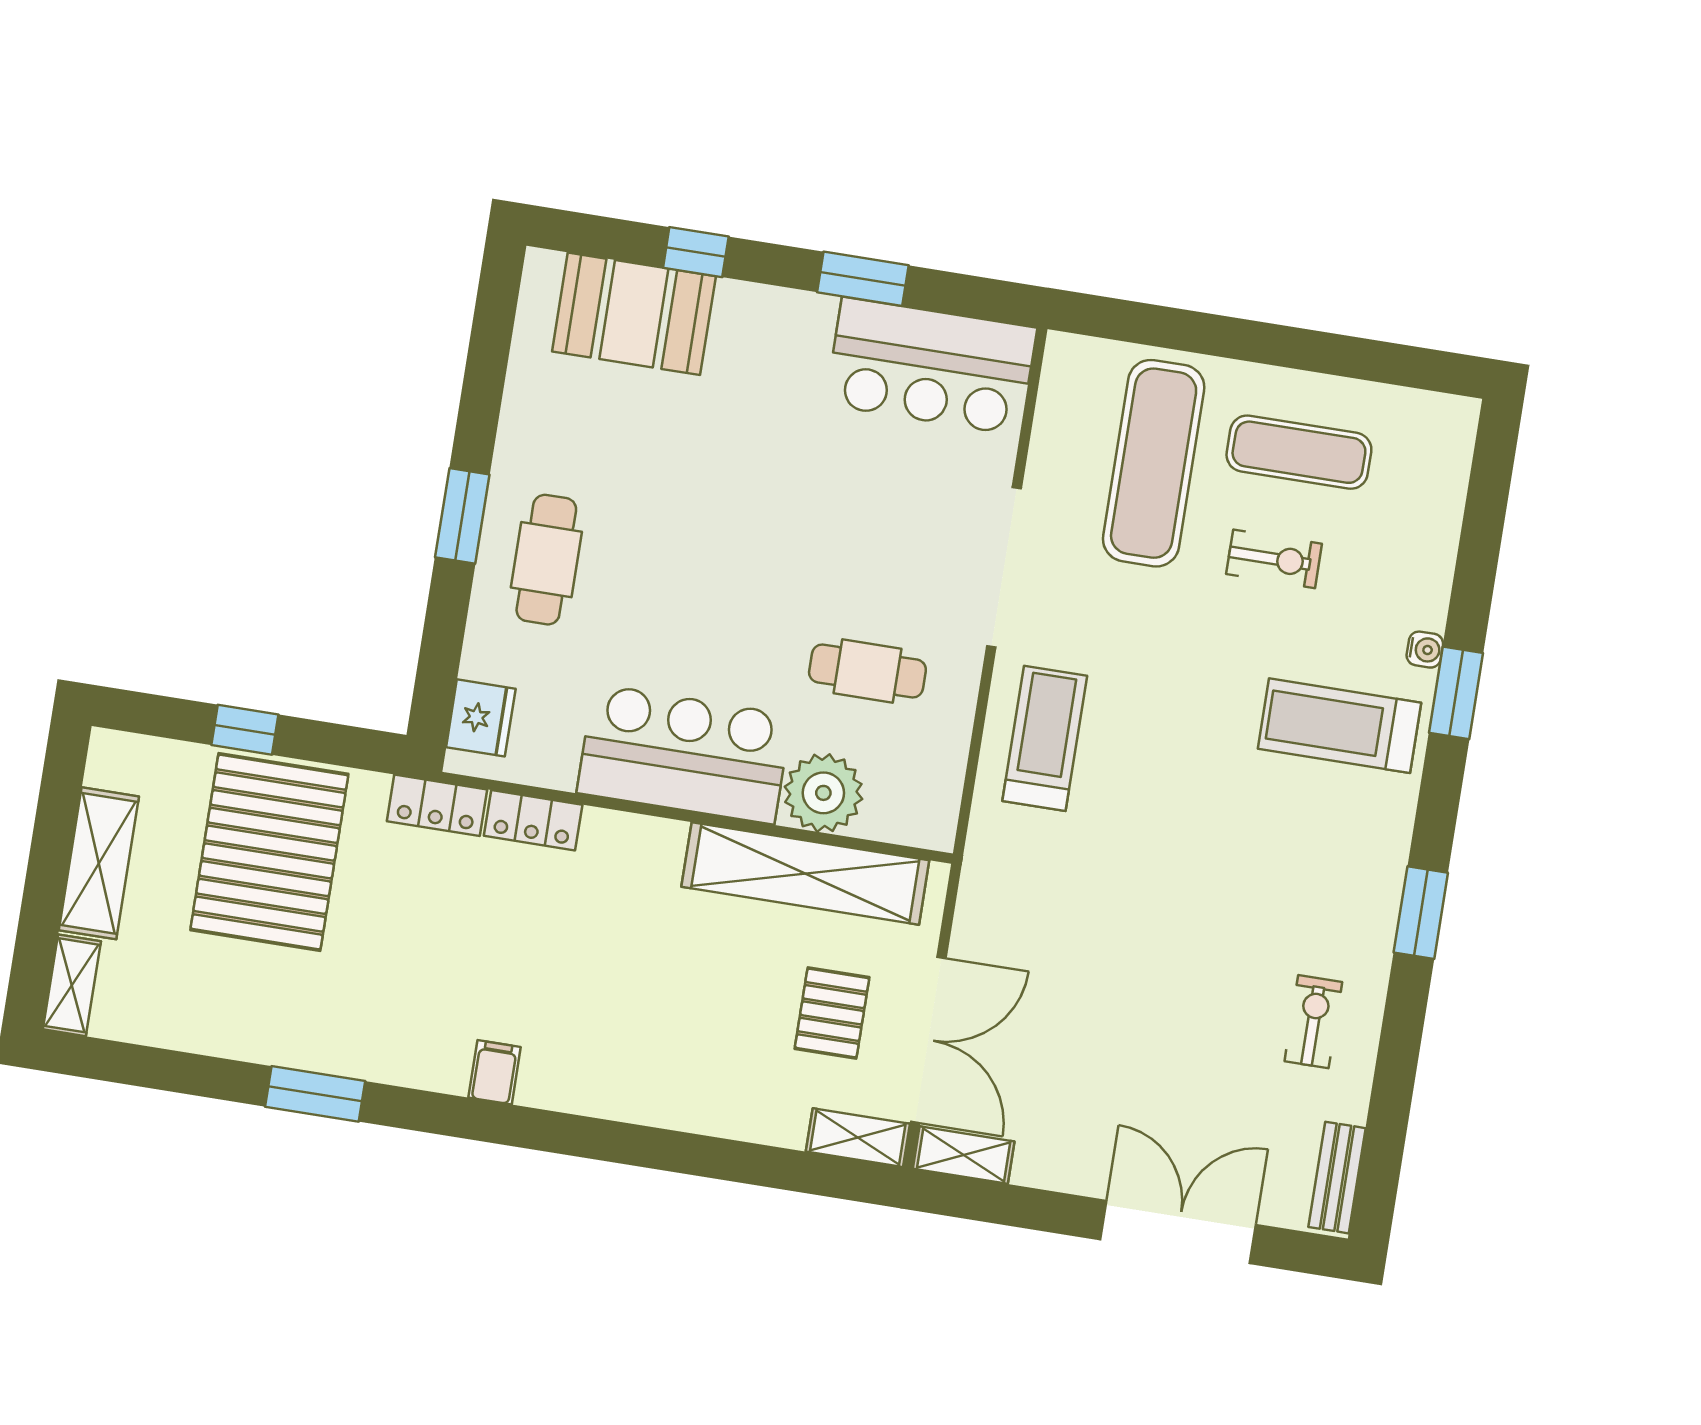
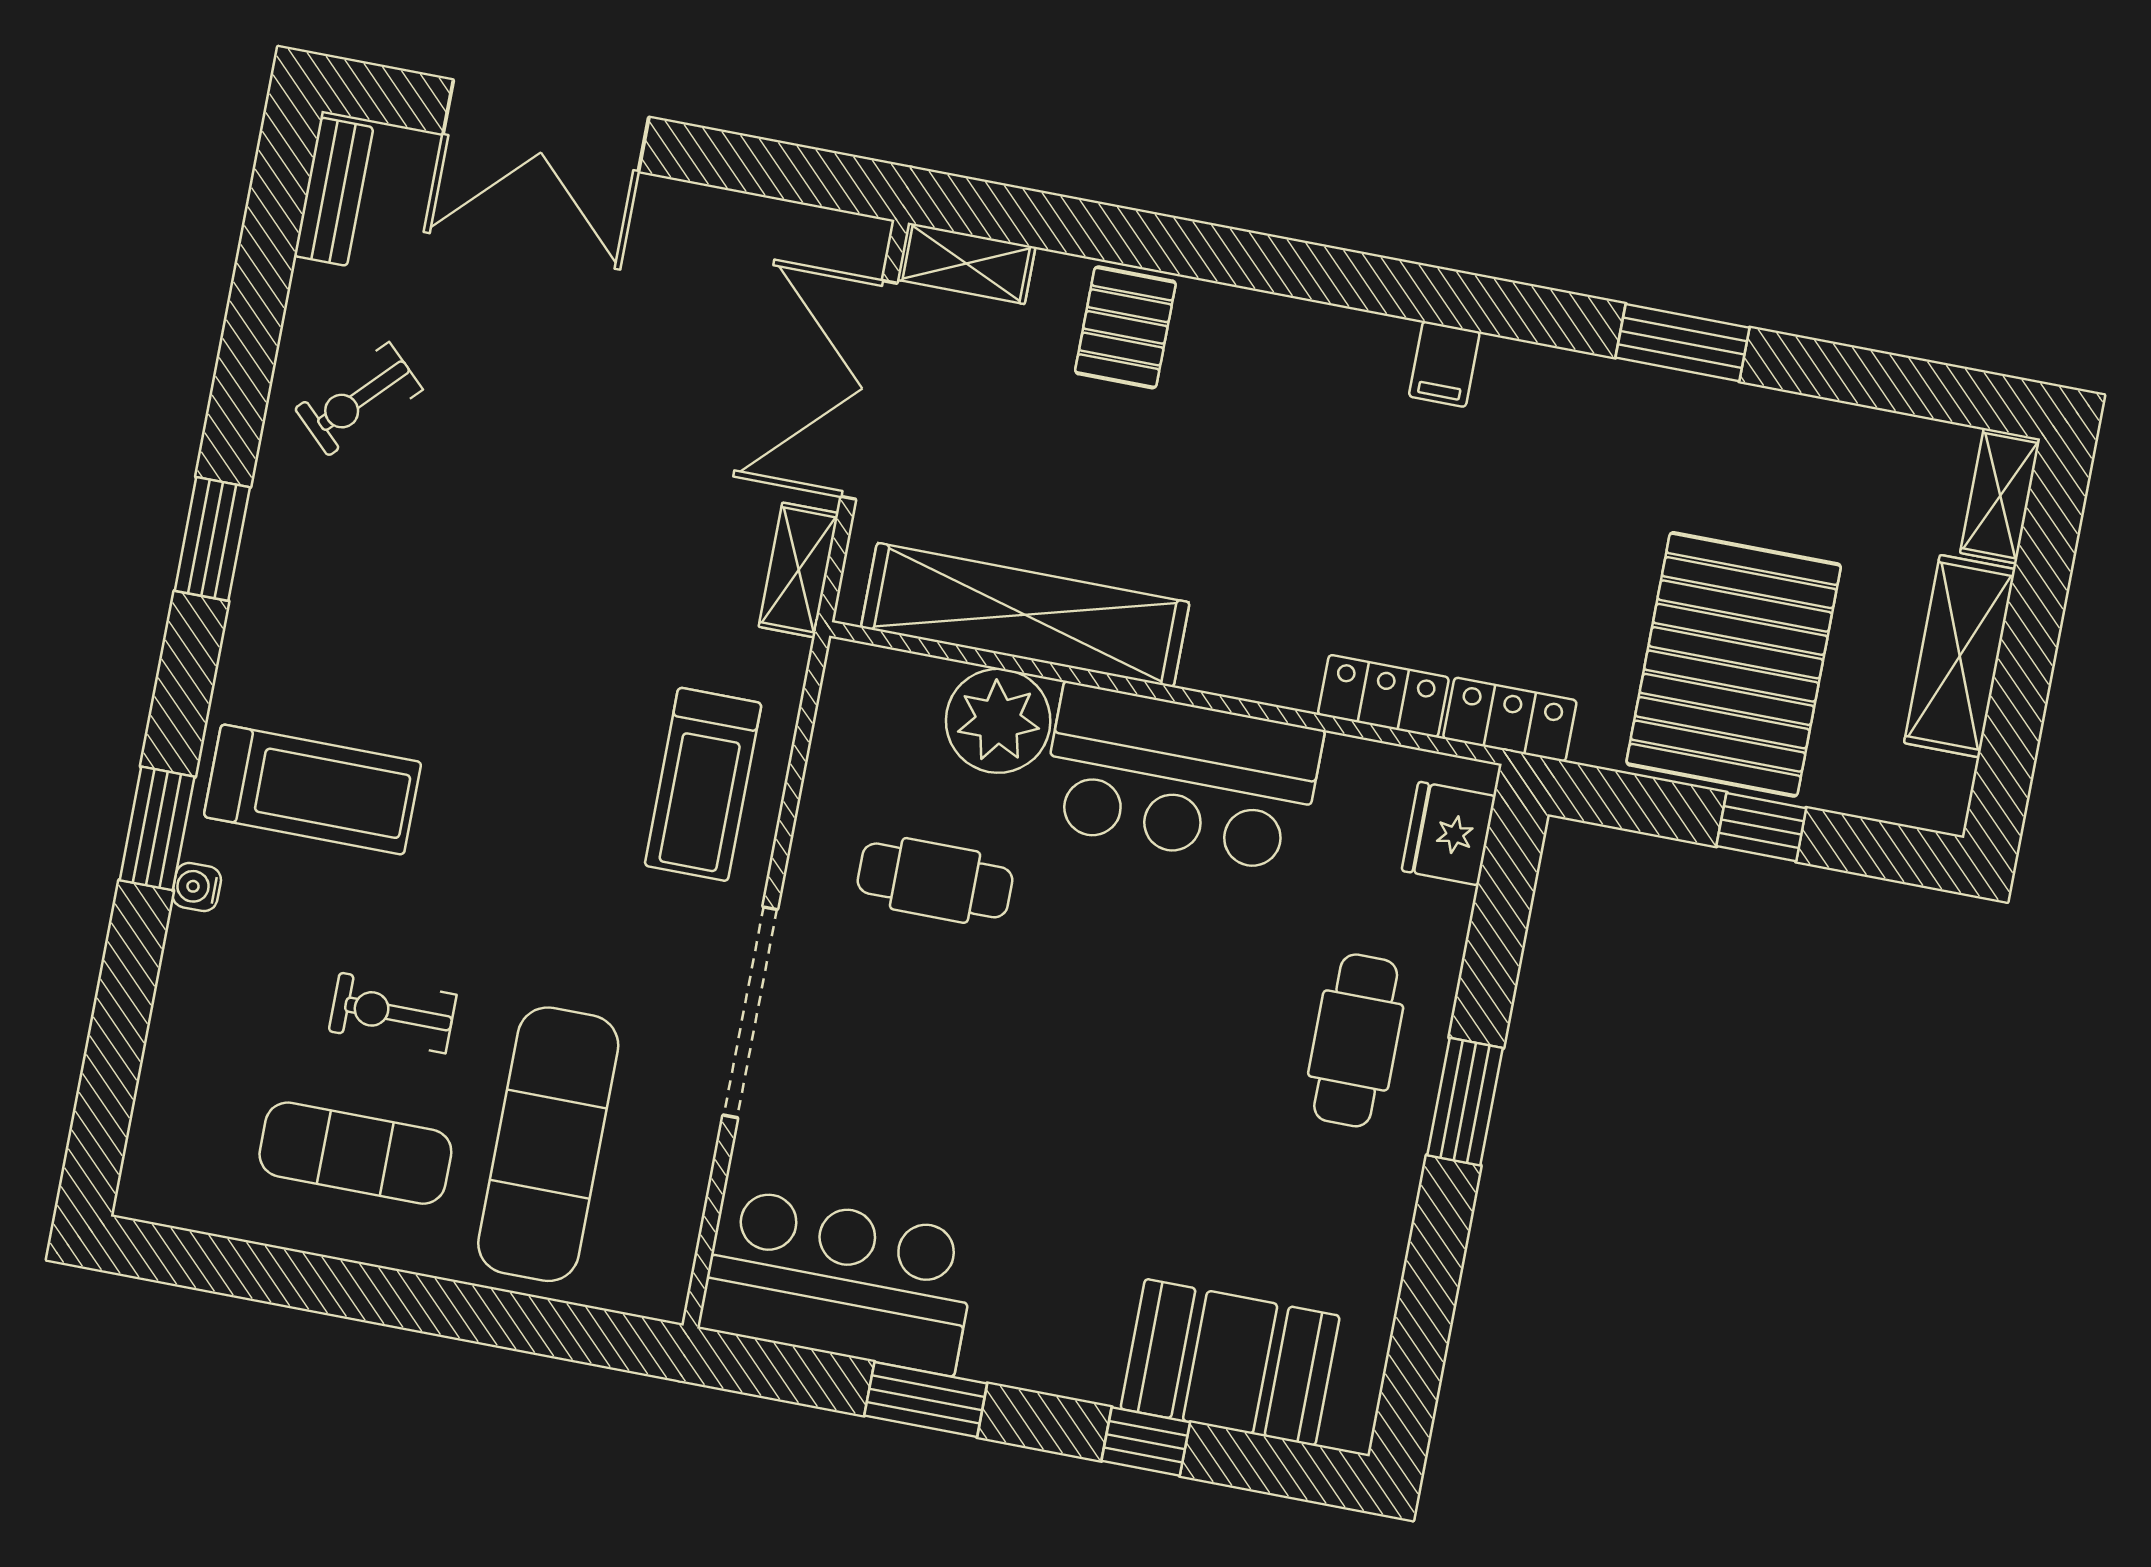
pallet: (832, 1013) -> (1125, 327), moved
exercise bike: (1313, 1022) -> (359, 399), turned 44
shelving: (964, 1155) -> (799, 570), moved, turned 90

